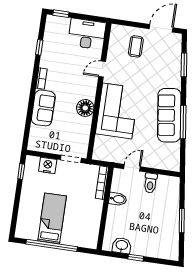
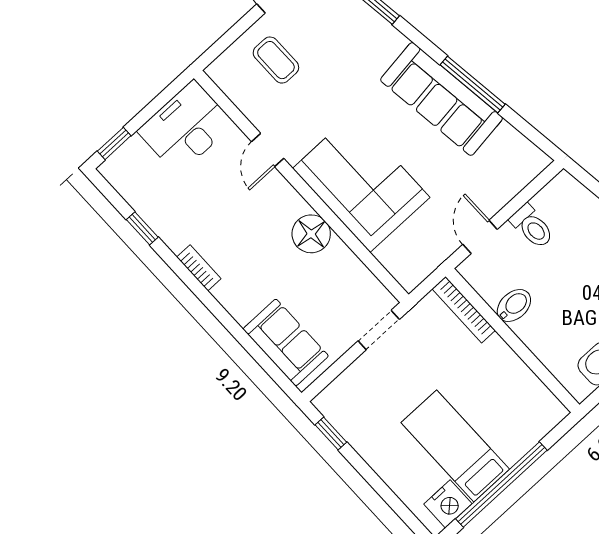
sofa: (43, 108) -> (286, 342), moved
nightstand: (48, 165) -> (448, 504), moved, turned 180

